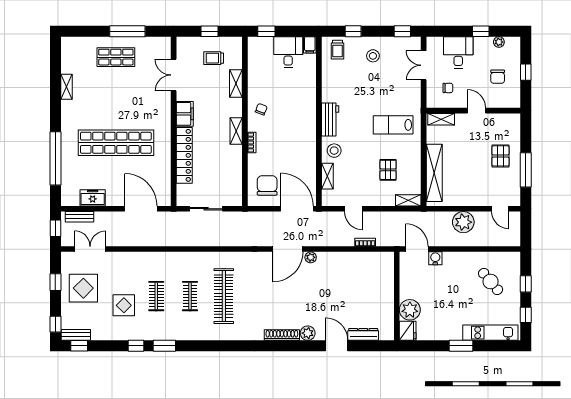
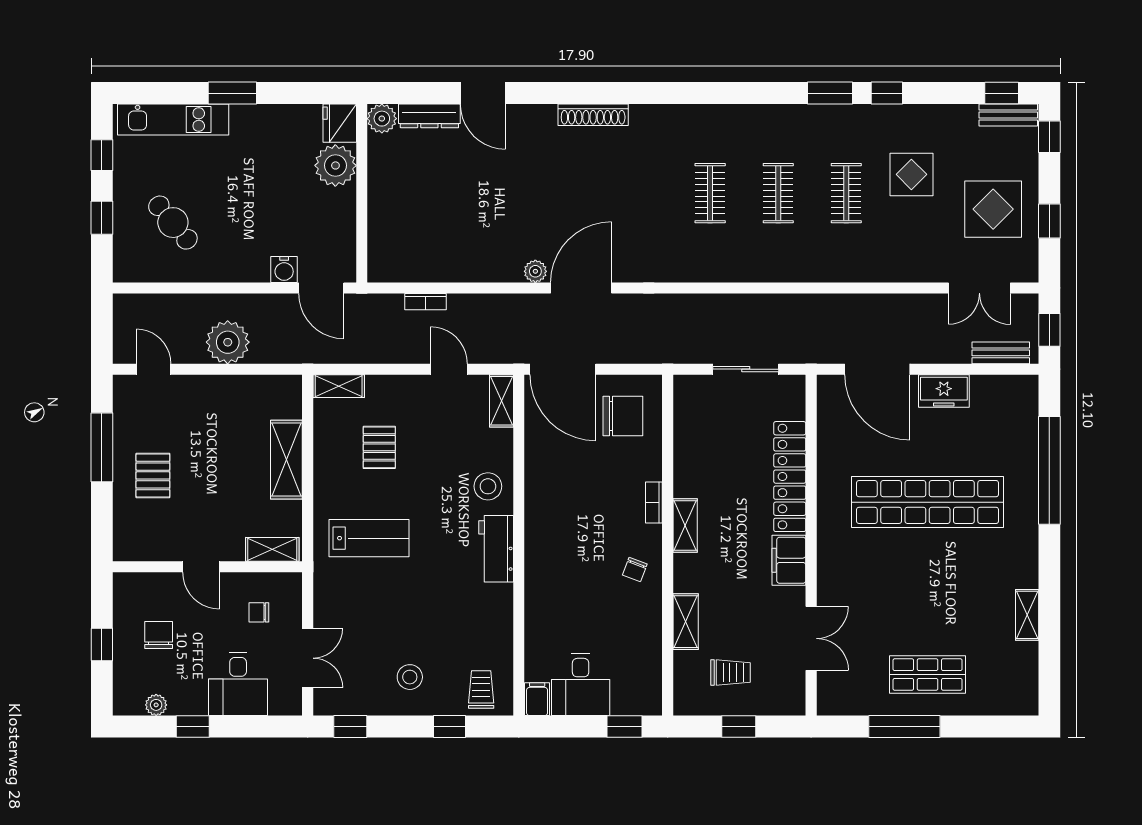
shelving: (434, 173) -> (286, 460), width x0.68
shelving: (327, 176) -> (502, 401), moved
chair: (267, 185) -> (623, 416), turned -90
freezer: (93, 198) -> (944, 391), moved
clothes rail: (224, 296) -> (710, 193), width x0.54, depth x0.76
plant: (308, 333) -> (382, 119), moved

